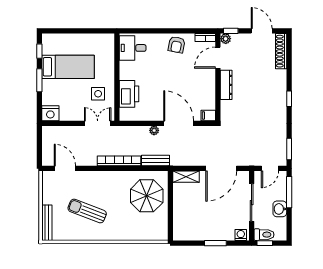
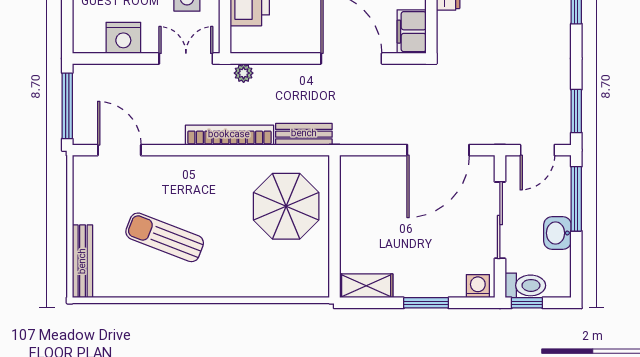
nightstand: (50, 113) -> (123, 38), moved
filing cabinet: (208, 115) -> (412, 32), width x2.00
plant: (154, 130) -> (244, 73), moved
window: (39, 147) -> (67, 106), added
shelving: (186, 177) -> (366, 286), moved

